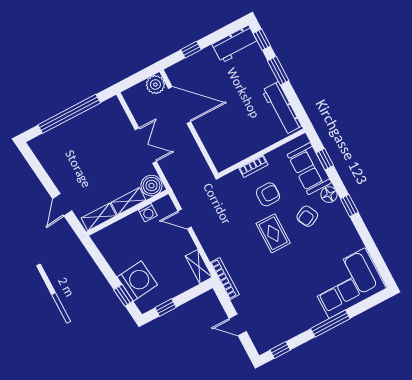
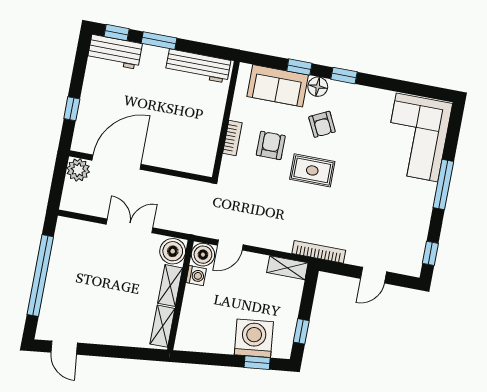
workbench: (235, 44) -> (115, 52), moved, turned 90
window: (325, 159) -> (299, 67), moved
door: (62, 205) -> (64, 348), moved
boiler: (165, 206) -> (203, 255), added

